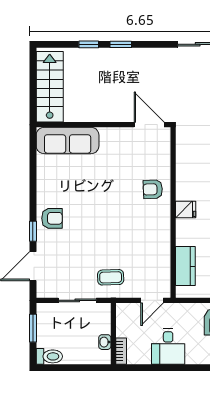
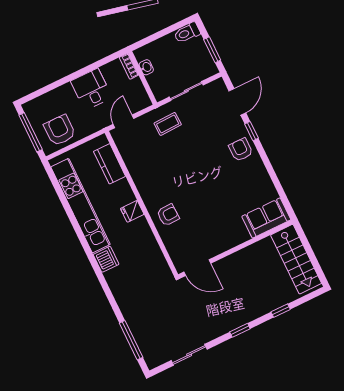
window: (121, 44) -> (240, 330), moved
sofa: (68, 141) -> (266, 218), width x0.73
armchair: (52, 218) -> (241, 150), turned 90

